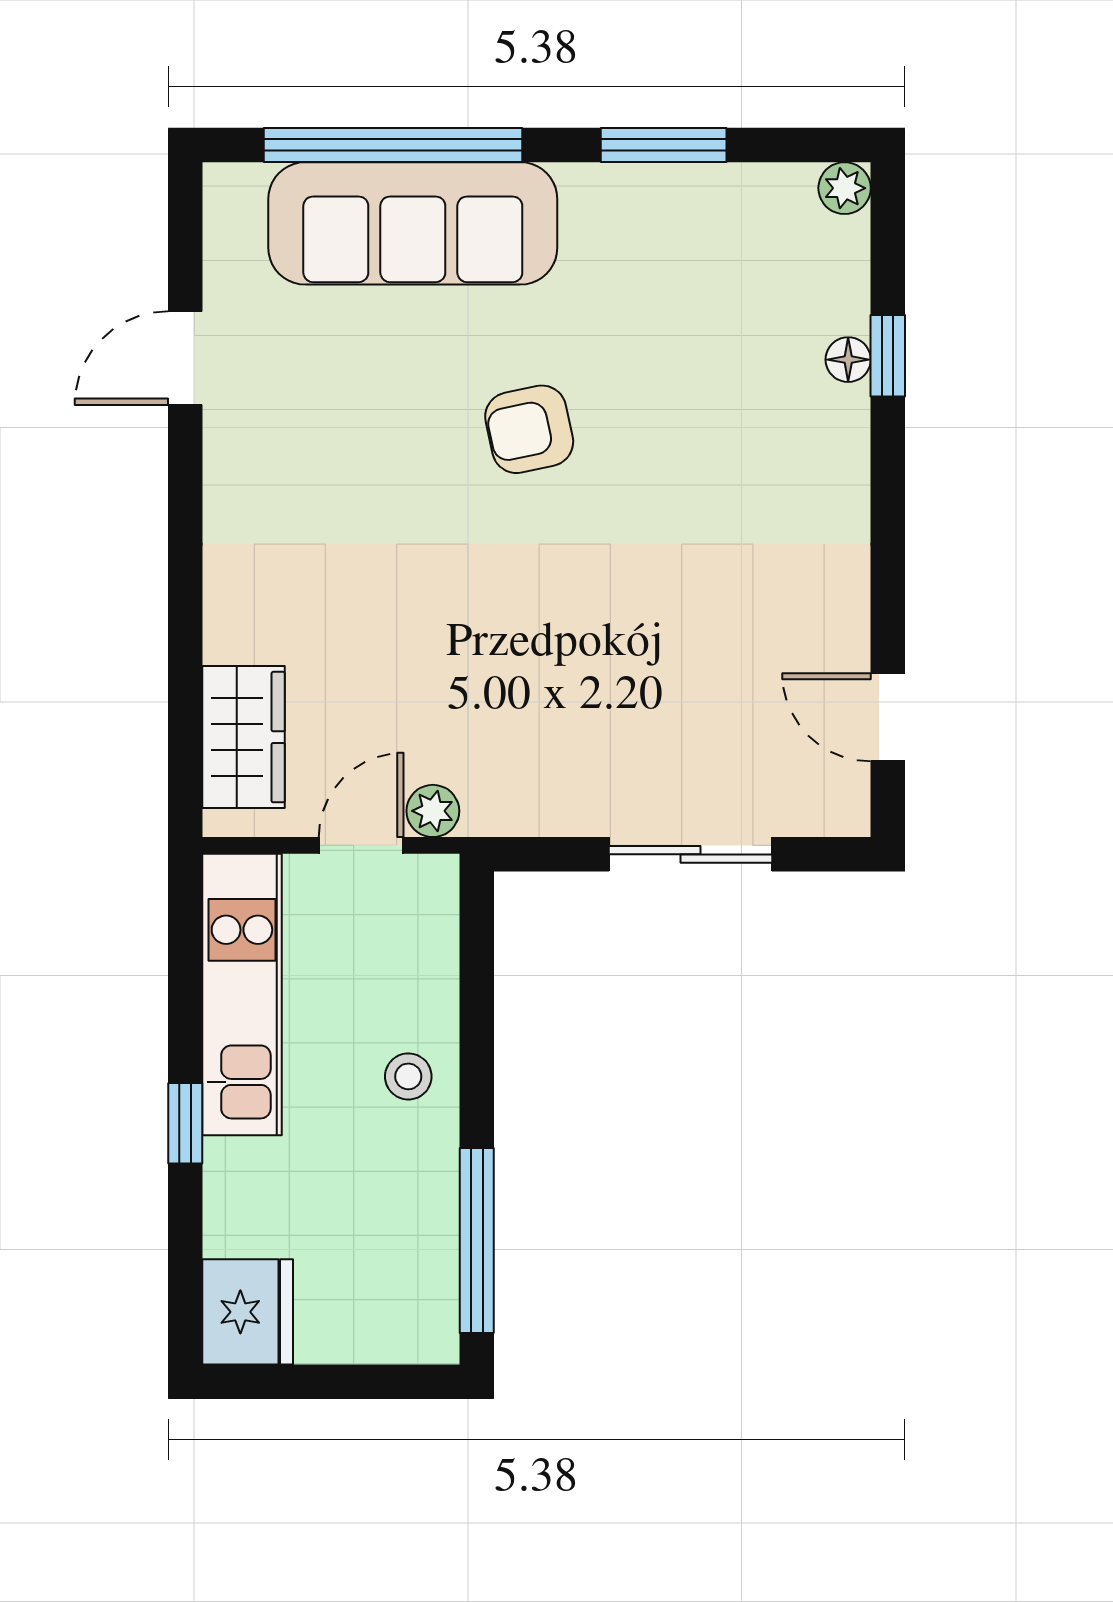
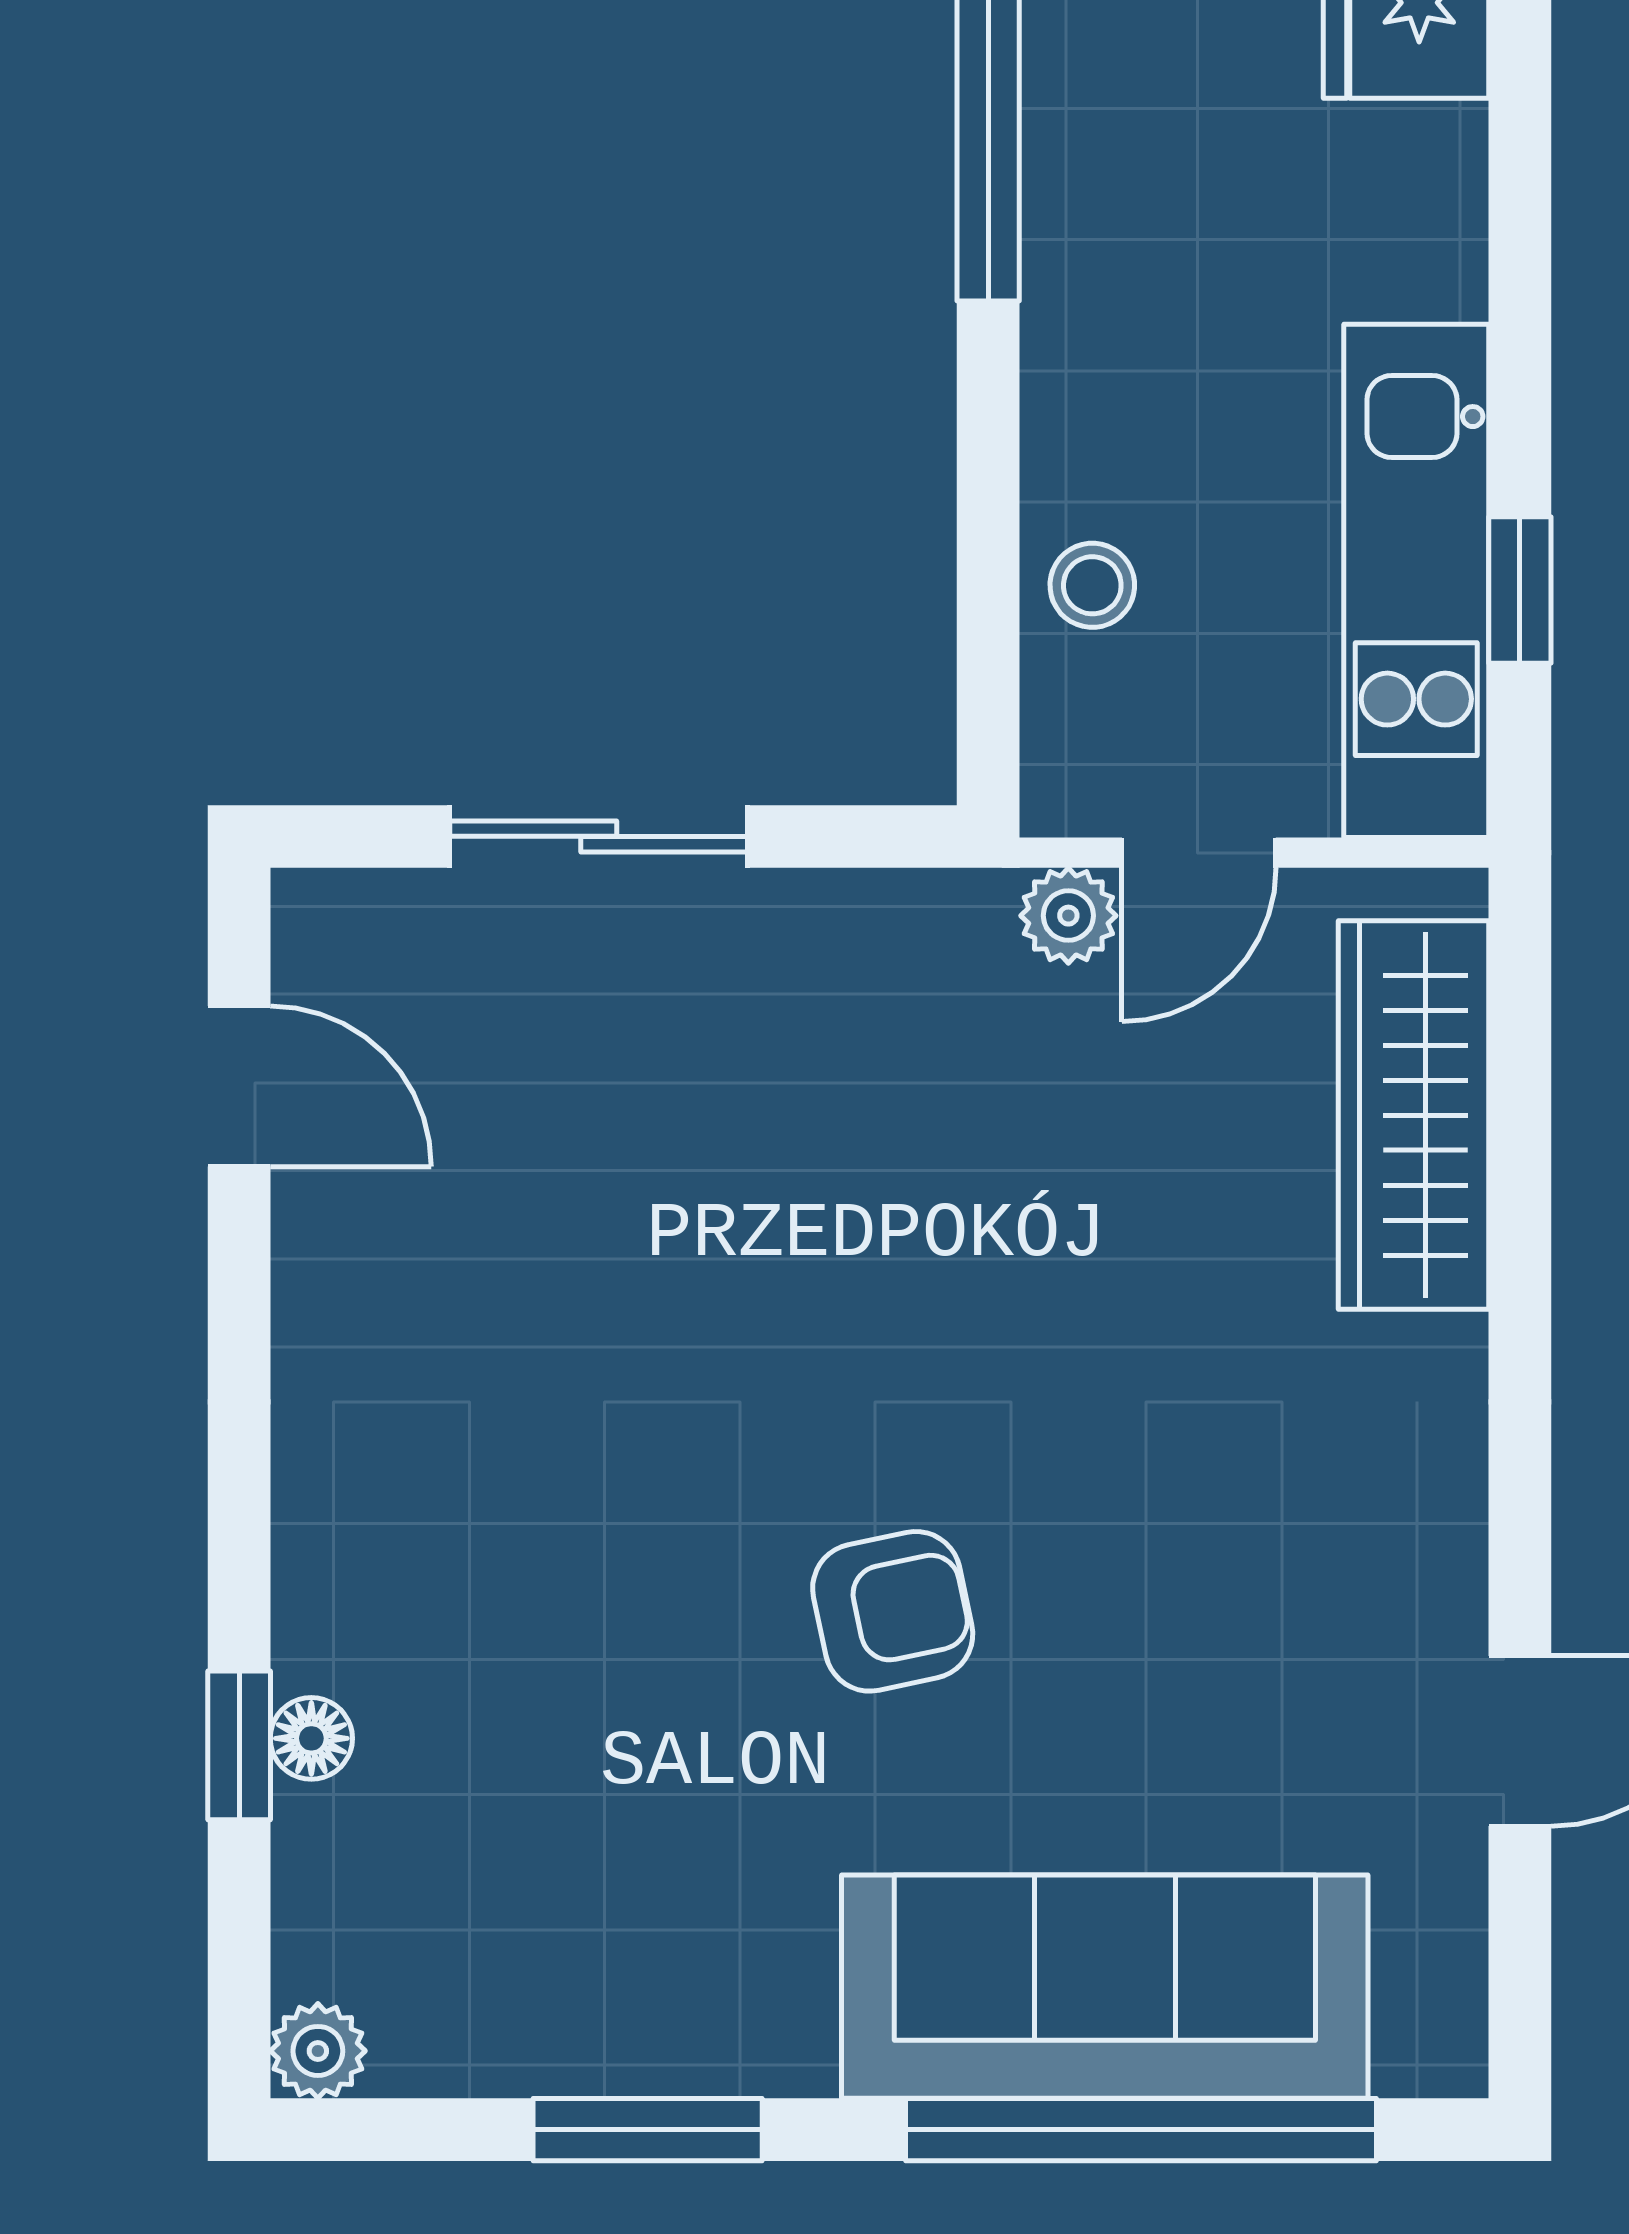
wardrobe: (243, 737) -> (1413, 1115), width x1.50
stool: (408, 1076) -> (1092, 585), moved
window: (185, 1123) -> (1520, 590), moved

